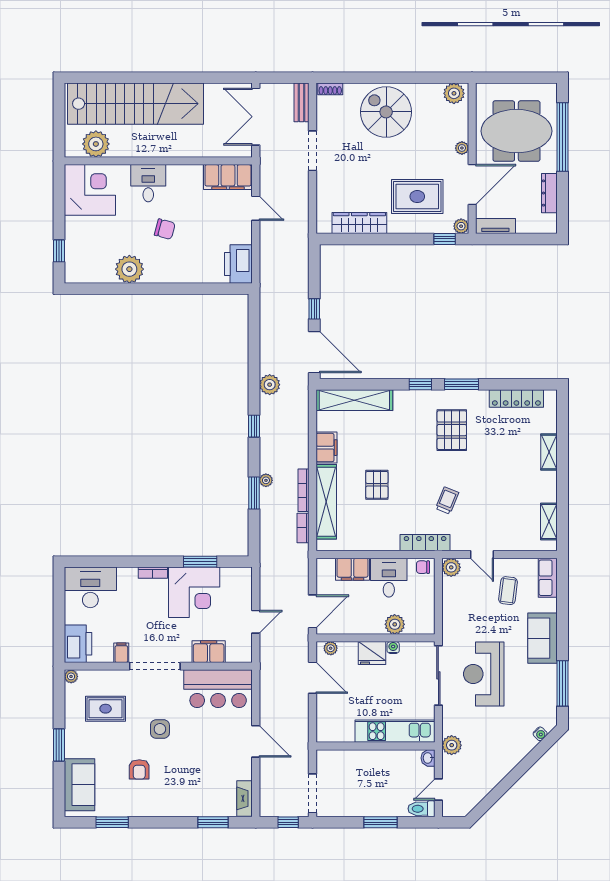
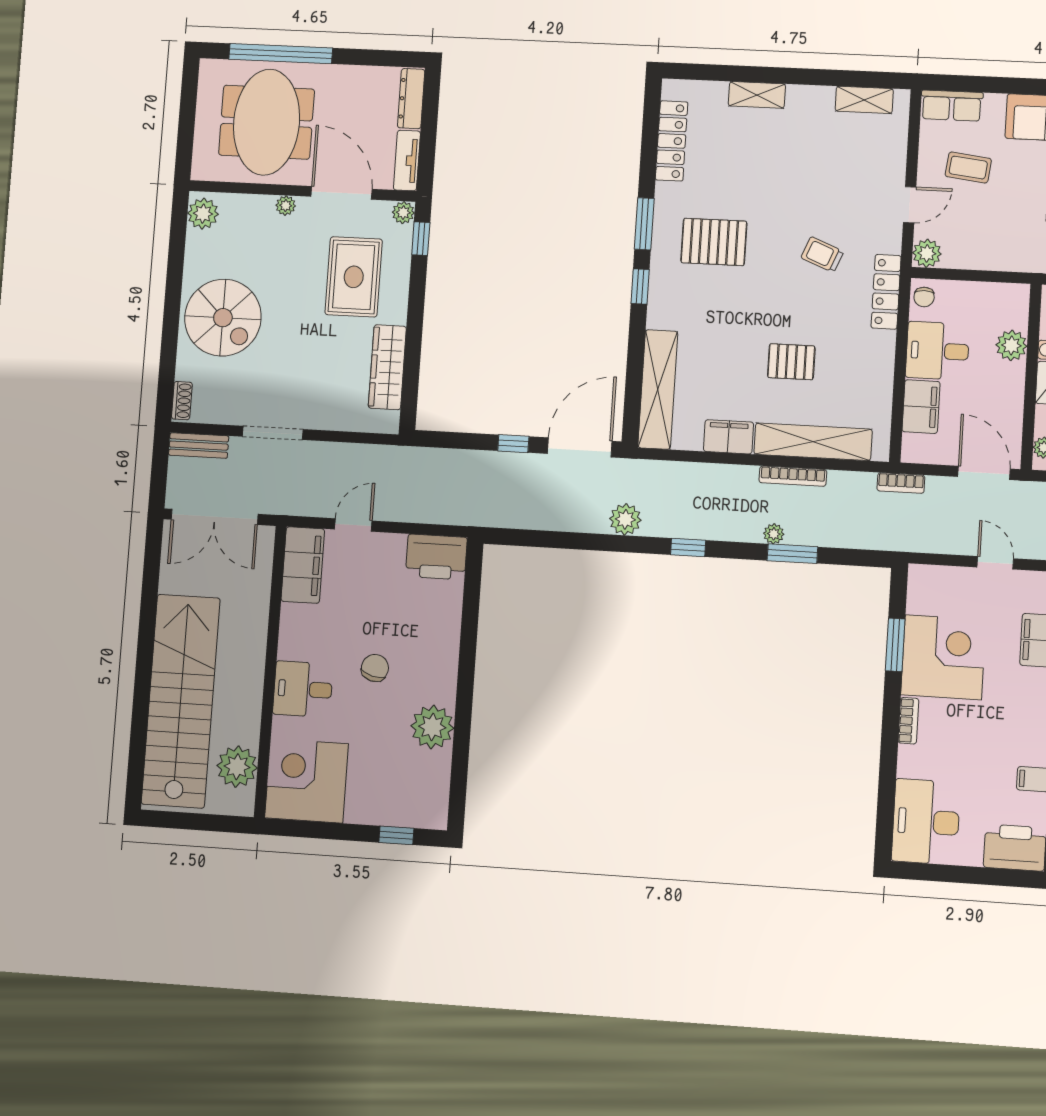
spiral stairs: (386, 112) -> (223, 318), turned -90
dresser: (549, 193) -> (411, 99), moved, turned 90
bookcase: (303, 528) -> (901, 483), moved

